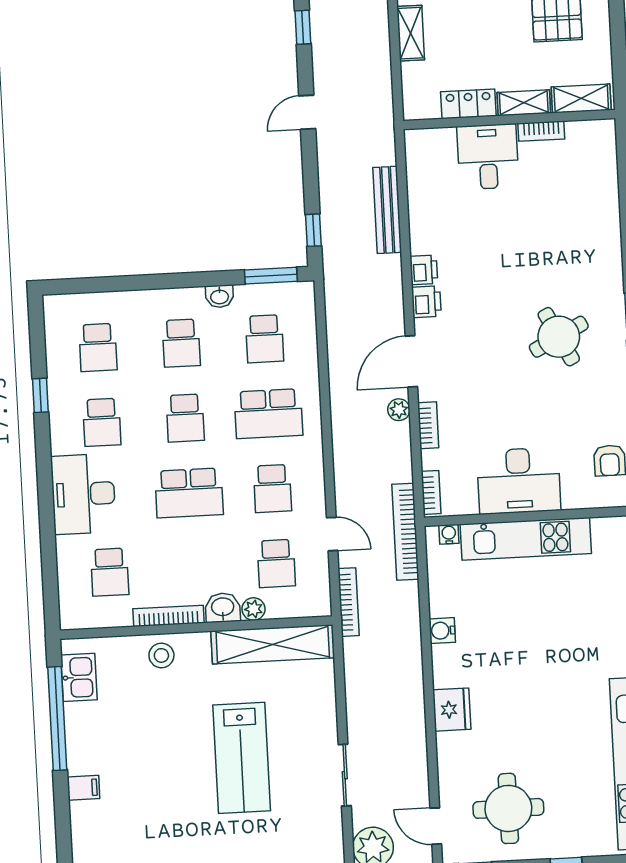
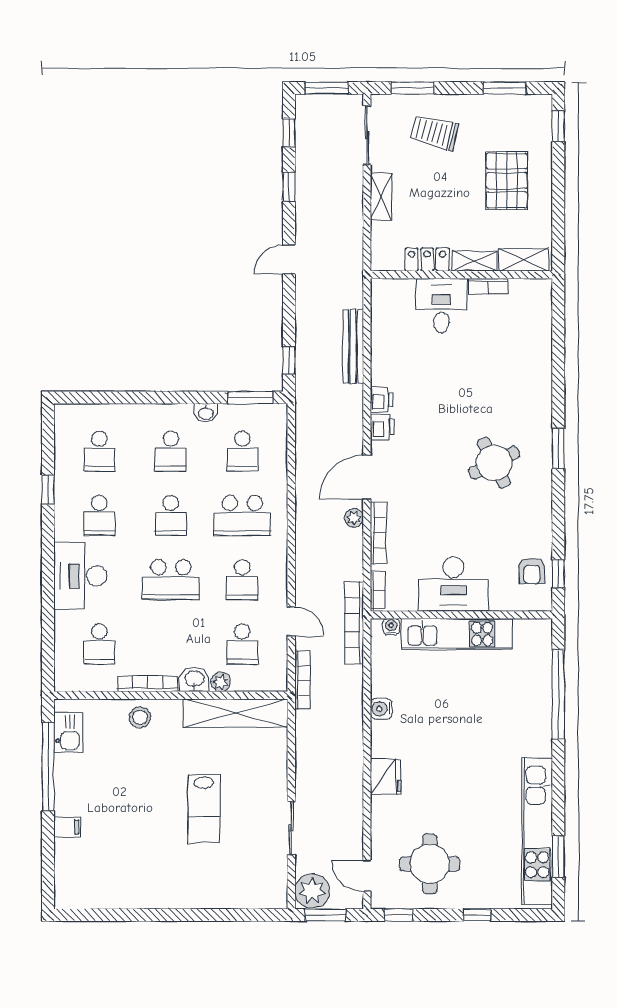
bookcase: (428, 425) -> (378, 533), width x1.56
lab bench: (242, 758) -> (204, 809), width x0.73, depth x0.72

